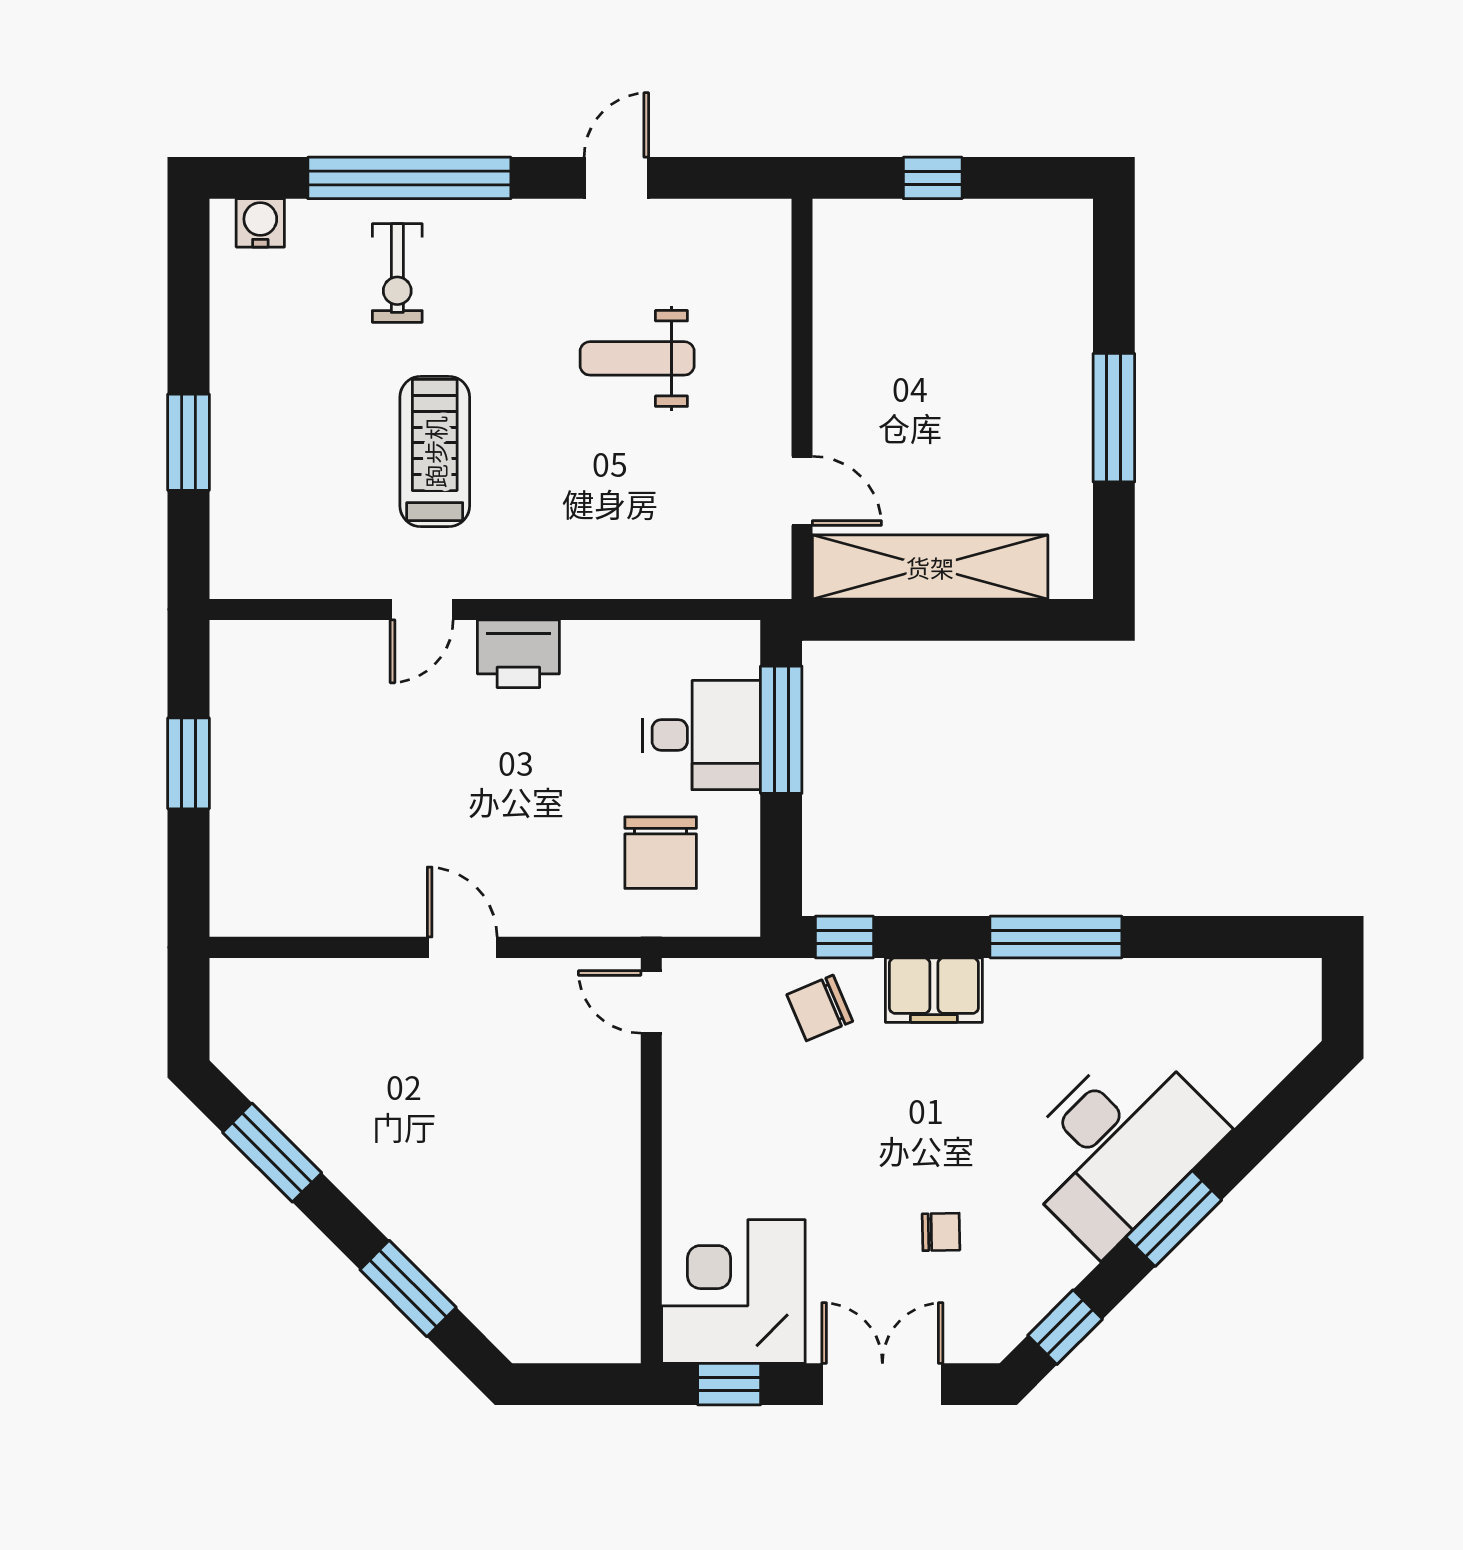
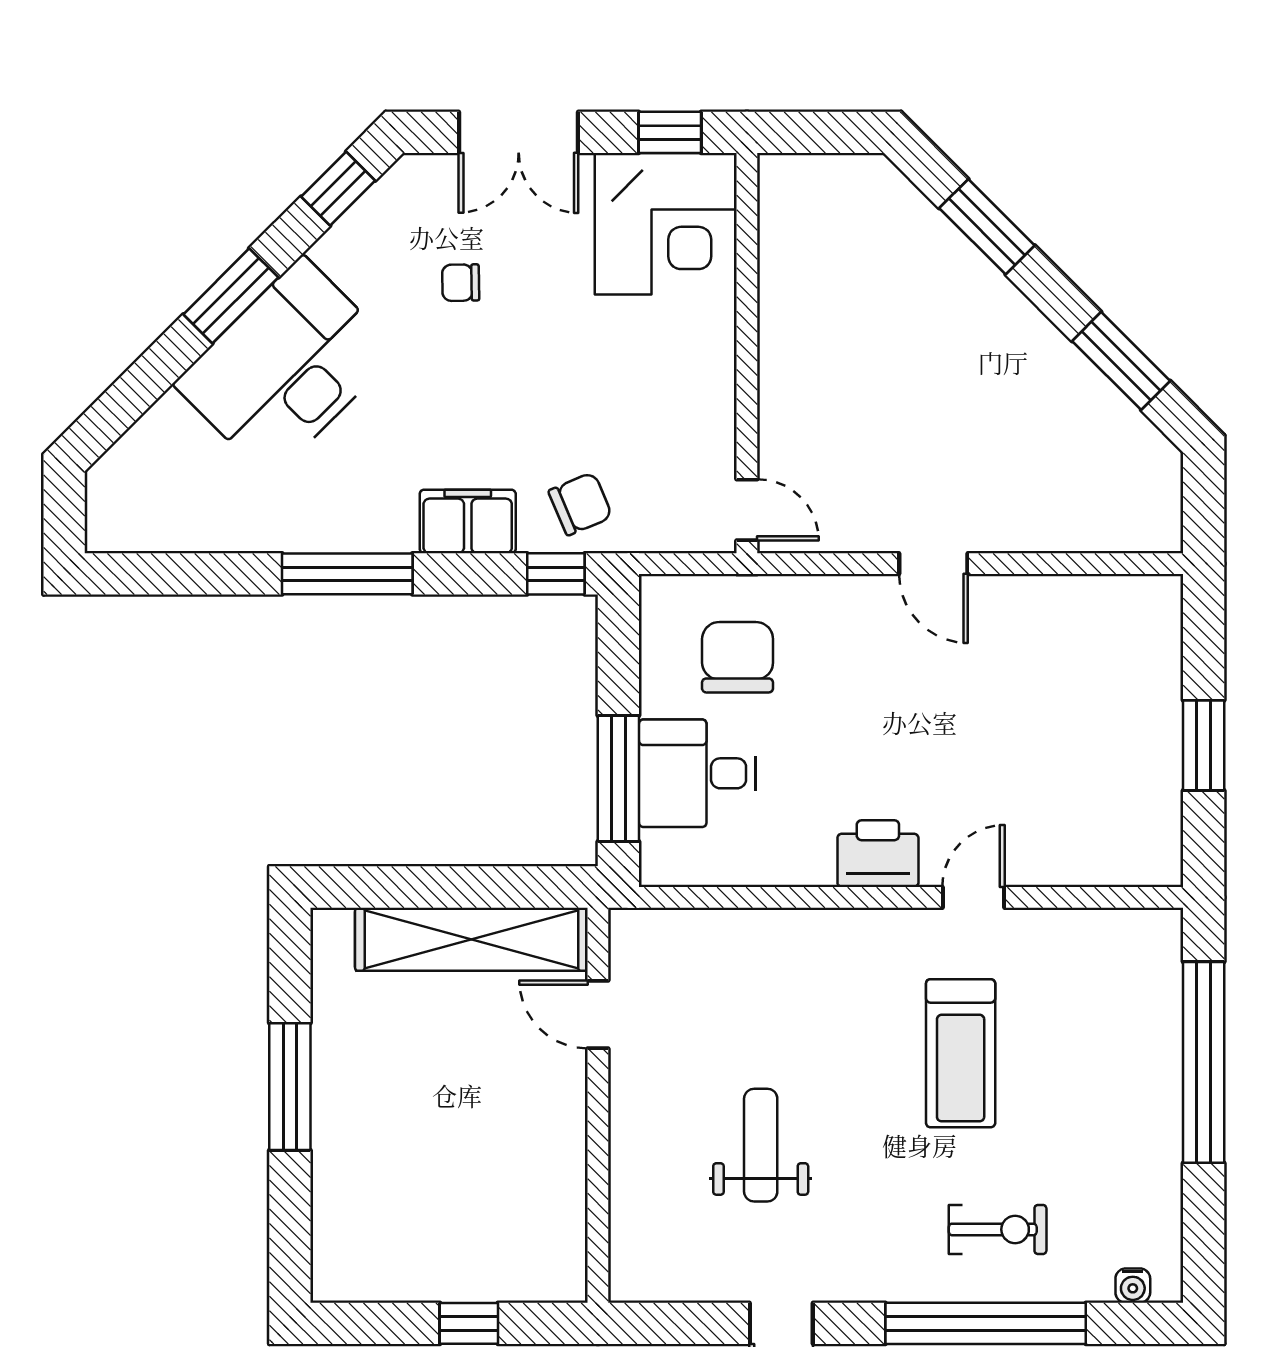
water cooler: (260, 223) -> (1133, 1286), width x0.72, depth x0.72
exercise bike: (397, 273) -> (998, 1229), turned 90
weight bench: (637, 358) -> (761, 1145), turned -90
window: (189, 442) -> (1204, 1062), width x2.11

